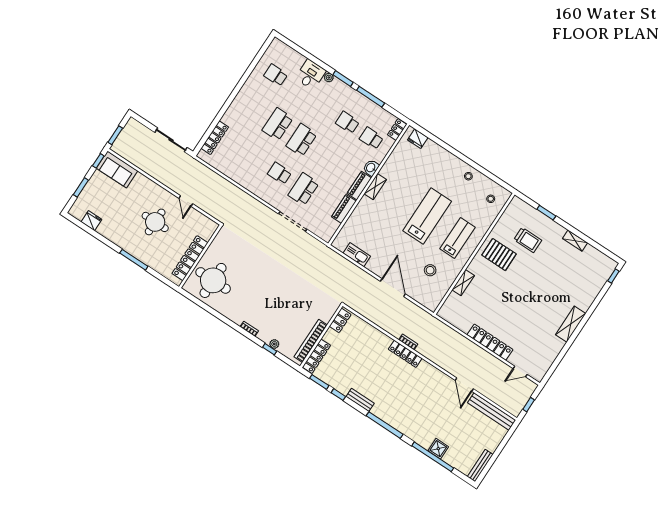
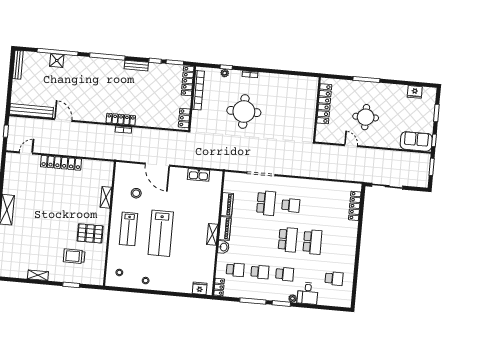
school desk: (323, 107) -> (285, 274), added
round table: (213, 280) -> (244, 111), moved

